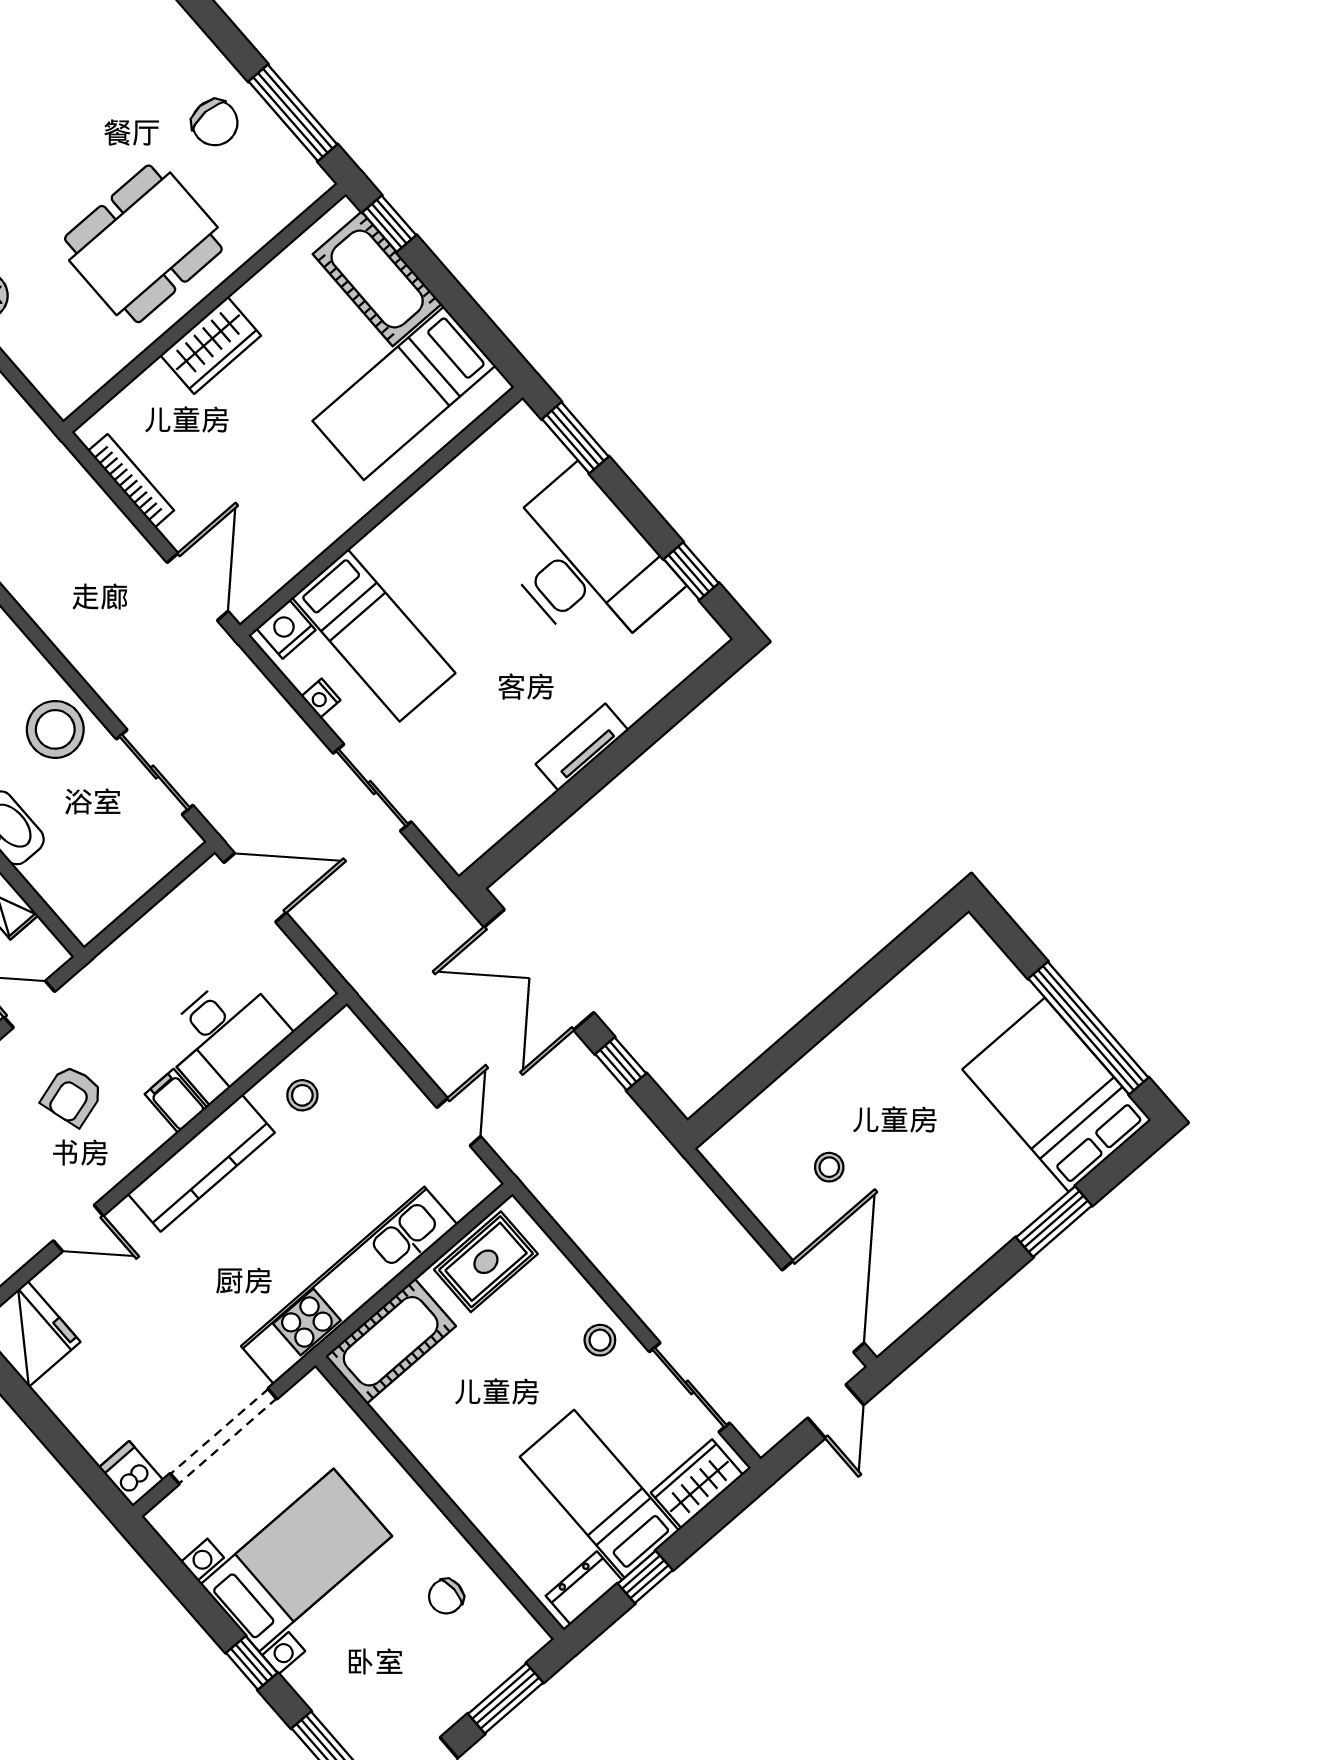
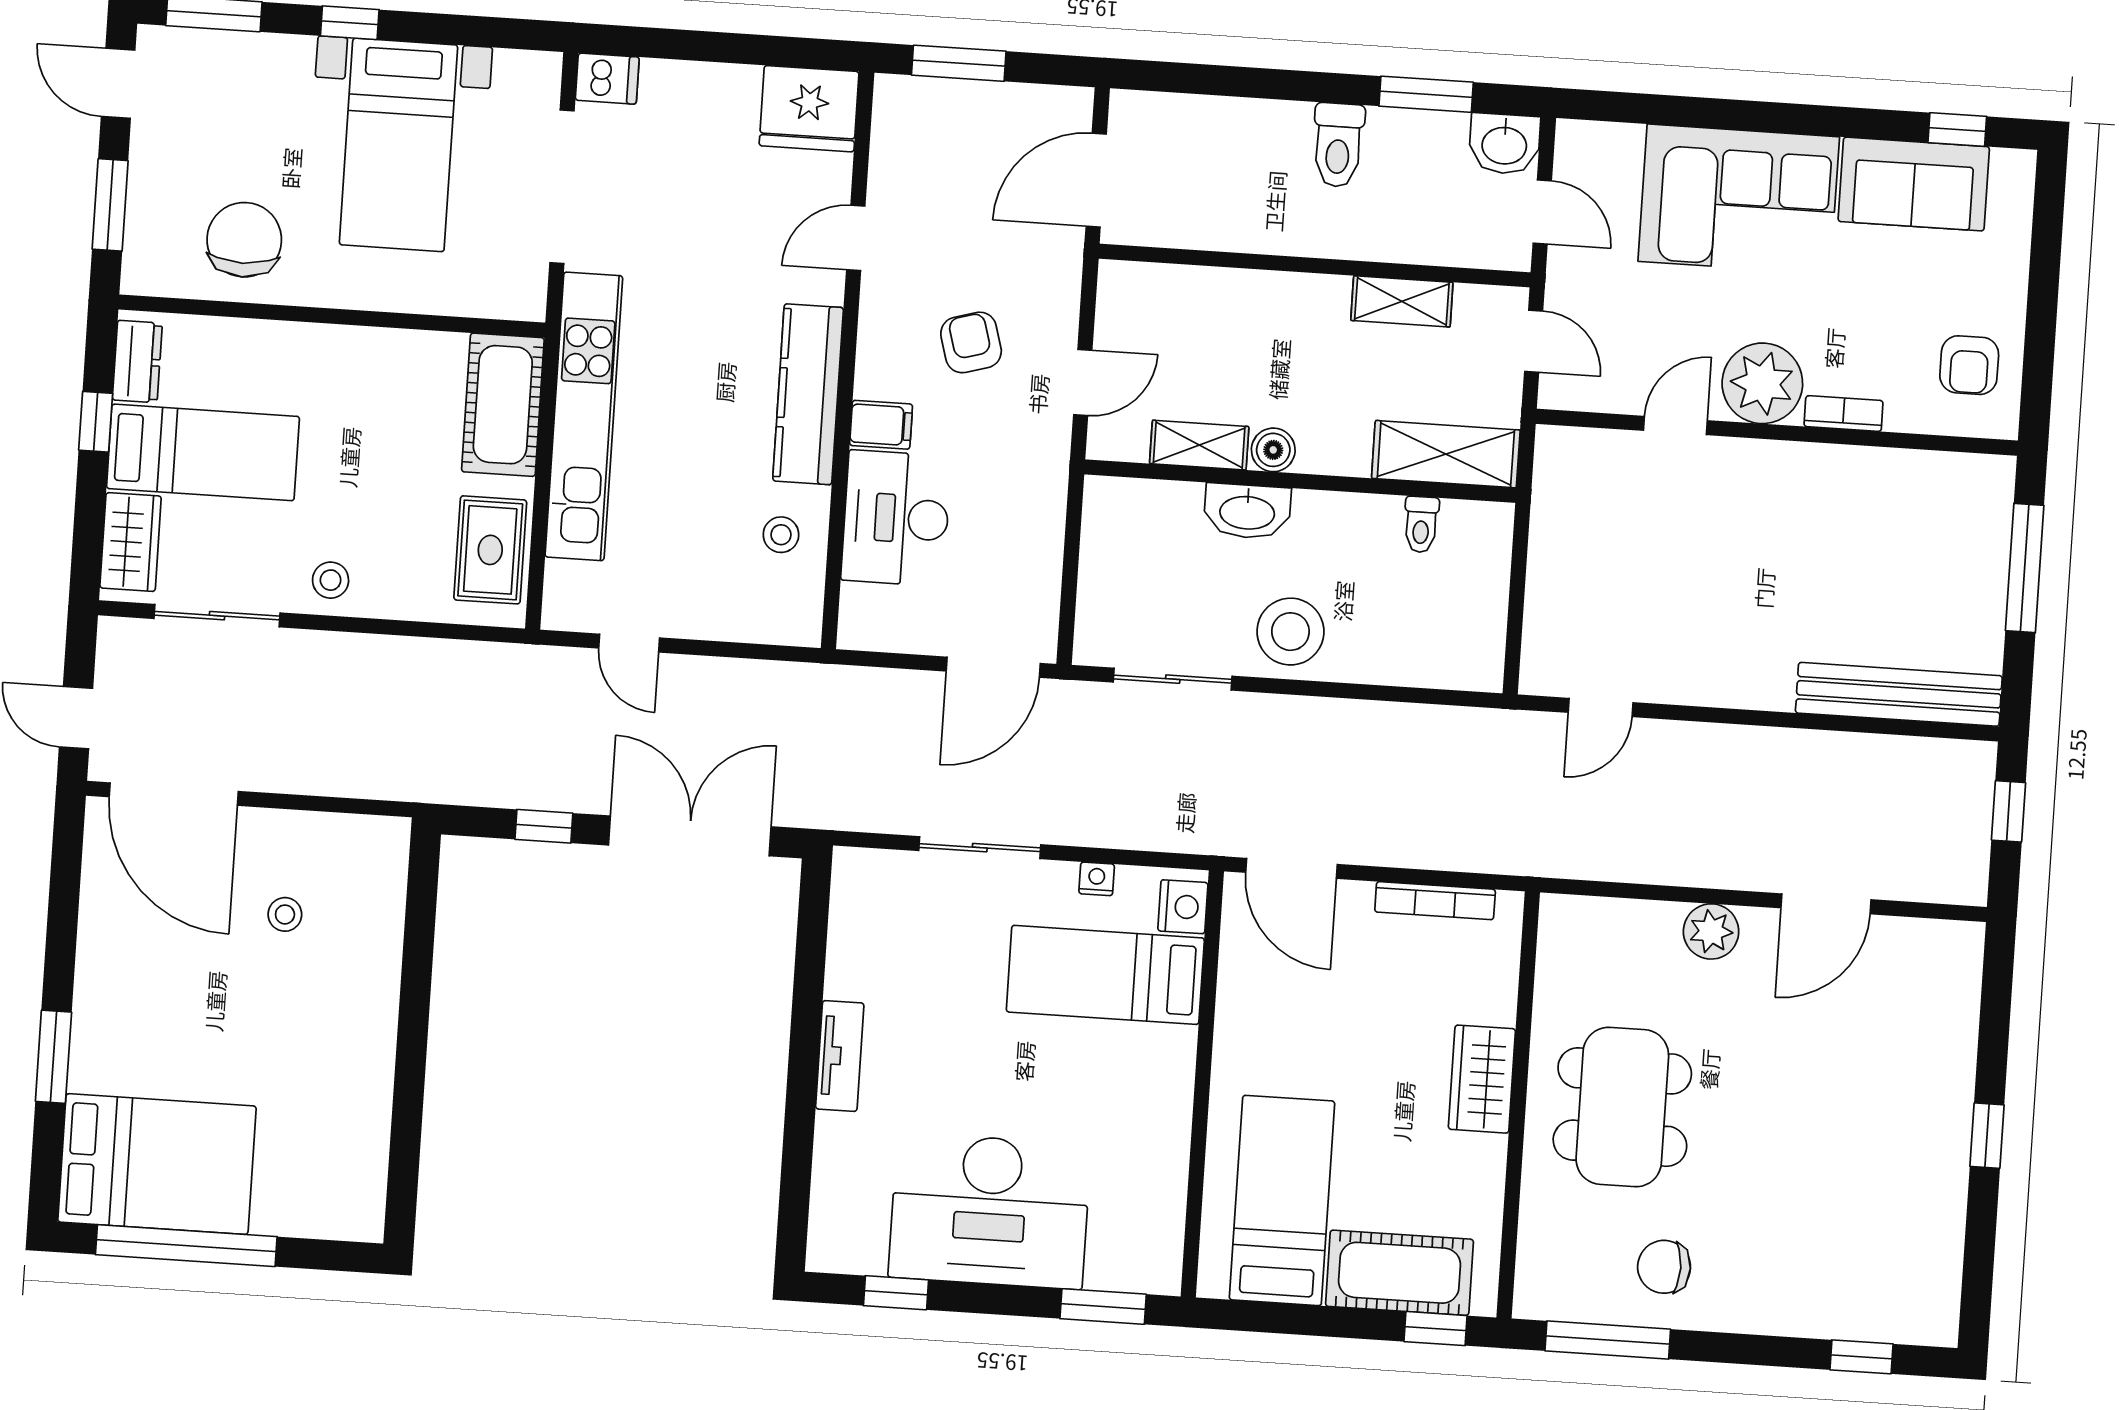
chair: (446, 1596) -> (244, 240), width x1.87, depth x1.87

